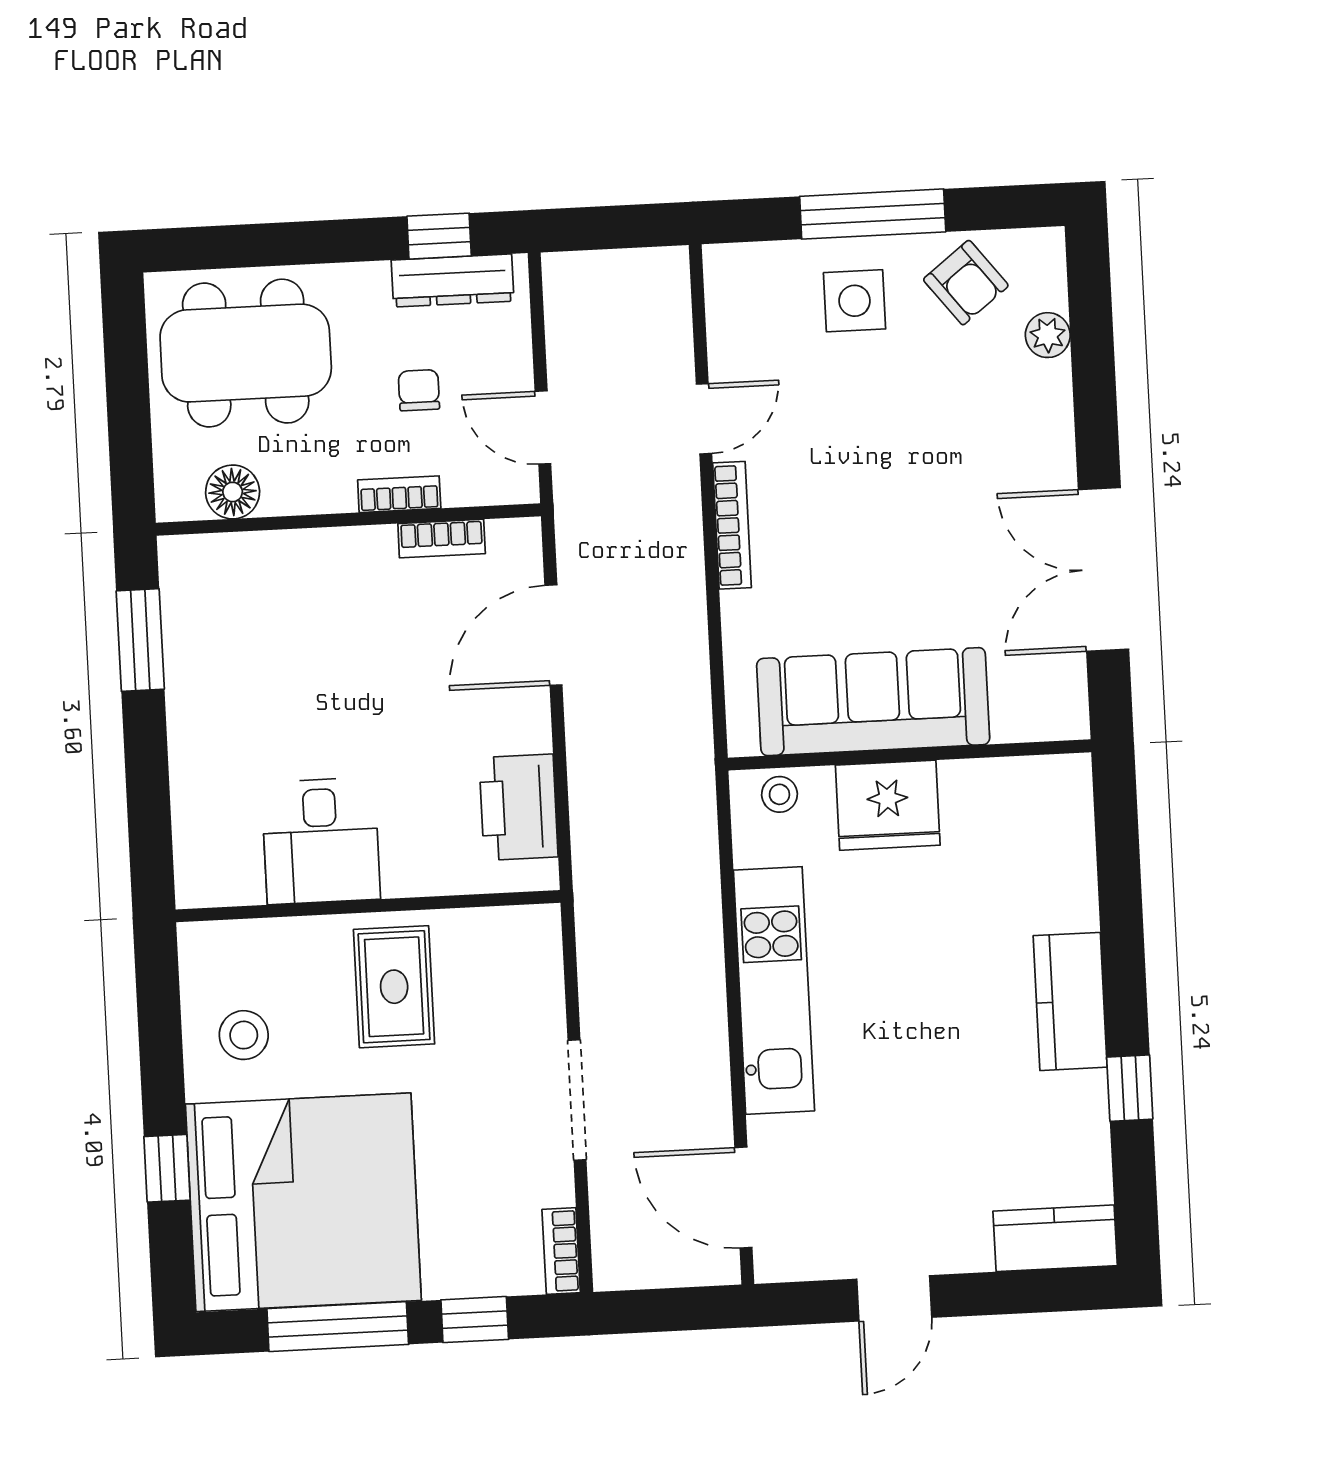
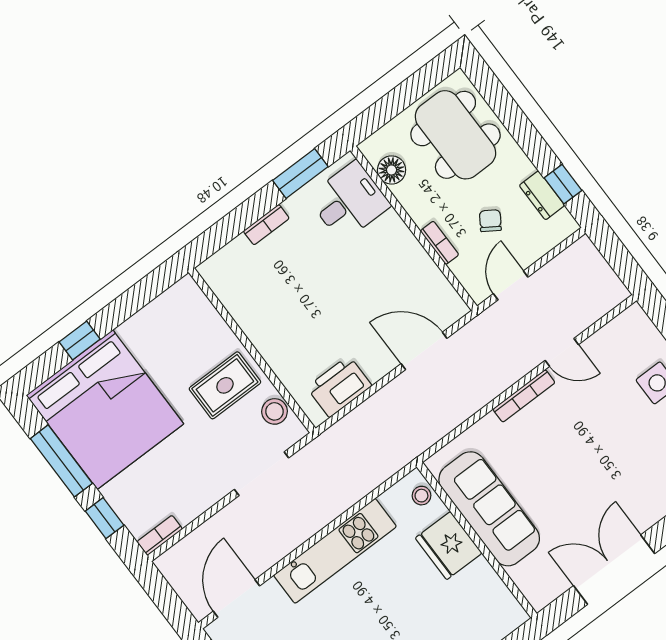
dresser: (453, 281) -> (542, 195), width x0.70
chair: (419, 390) -> (490, 221), turned -57
bookcase: (442, 539) -> (266, 225), moved, turned -90
desk: (321, 841) -> (349, 201), moved, turned 180
stool: (244, 1035) -> (275, 411), moved
doorway: (577, 1100) -> (262, 474), moved

